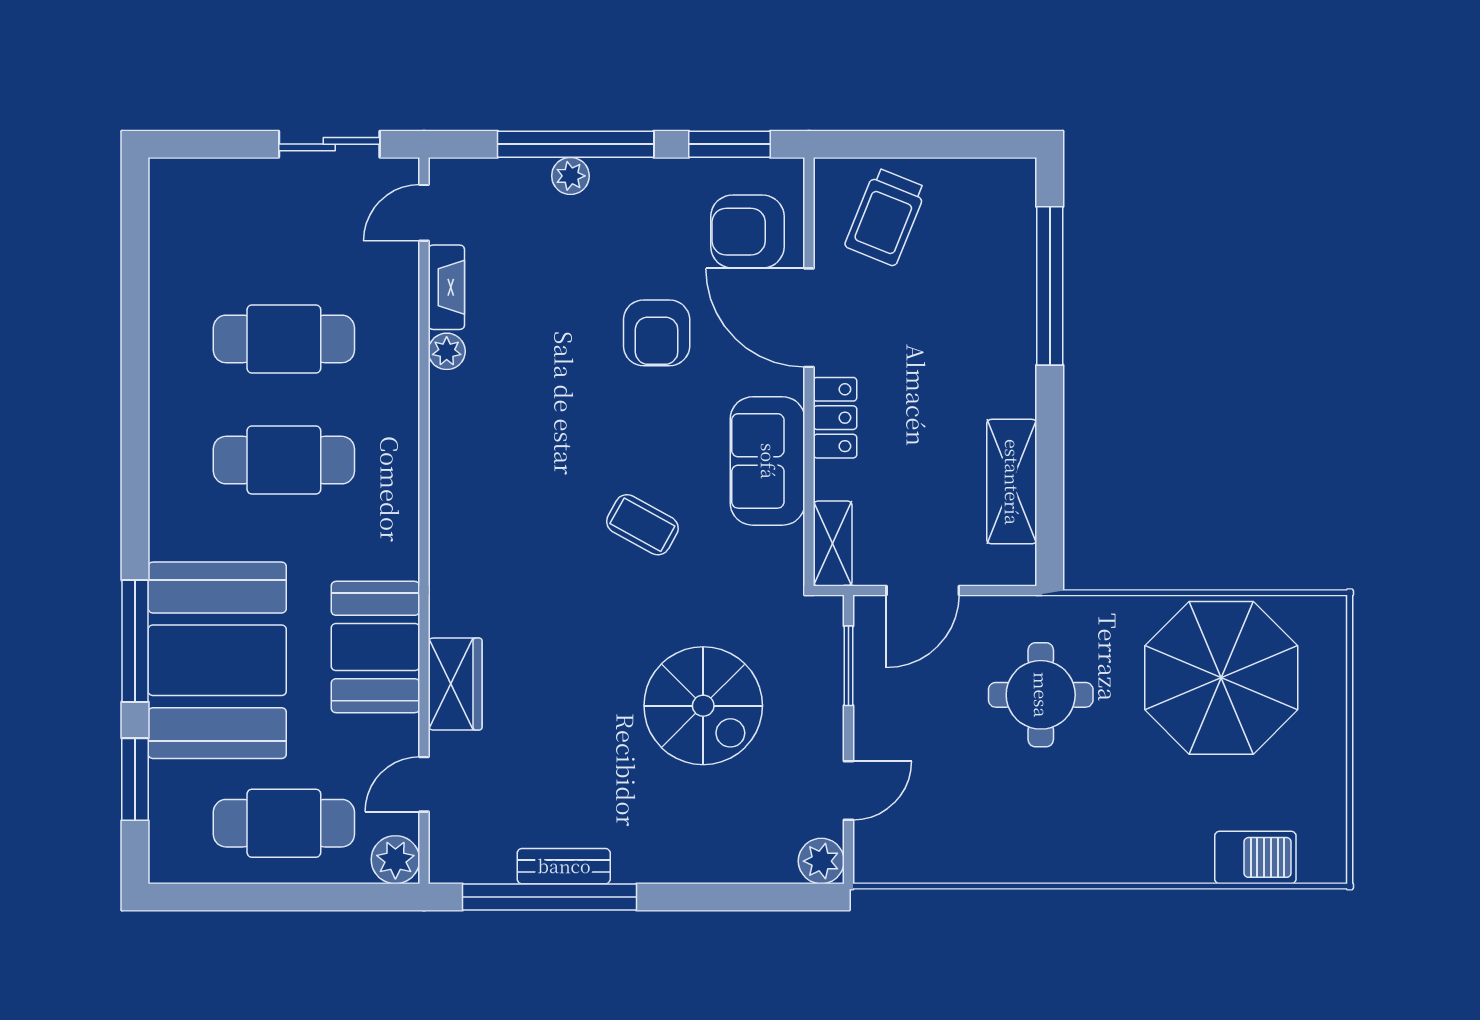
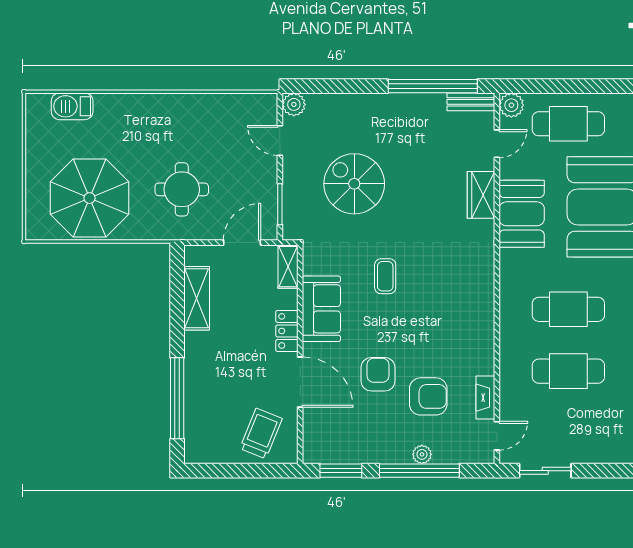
armchair: (747, 232) -> (428, 396), moved
plant: (447, 351) -> (485, 365), removed
coffee table: (642, 525) -> (385, 276), turned 61
door: (848, 791) -> (280, 140), hinge flipped
bench: (564, 866) -> (471, 102), moved

